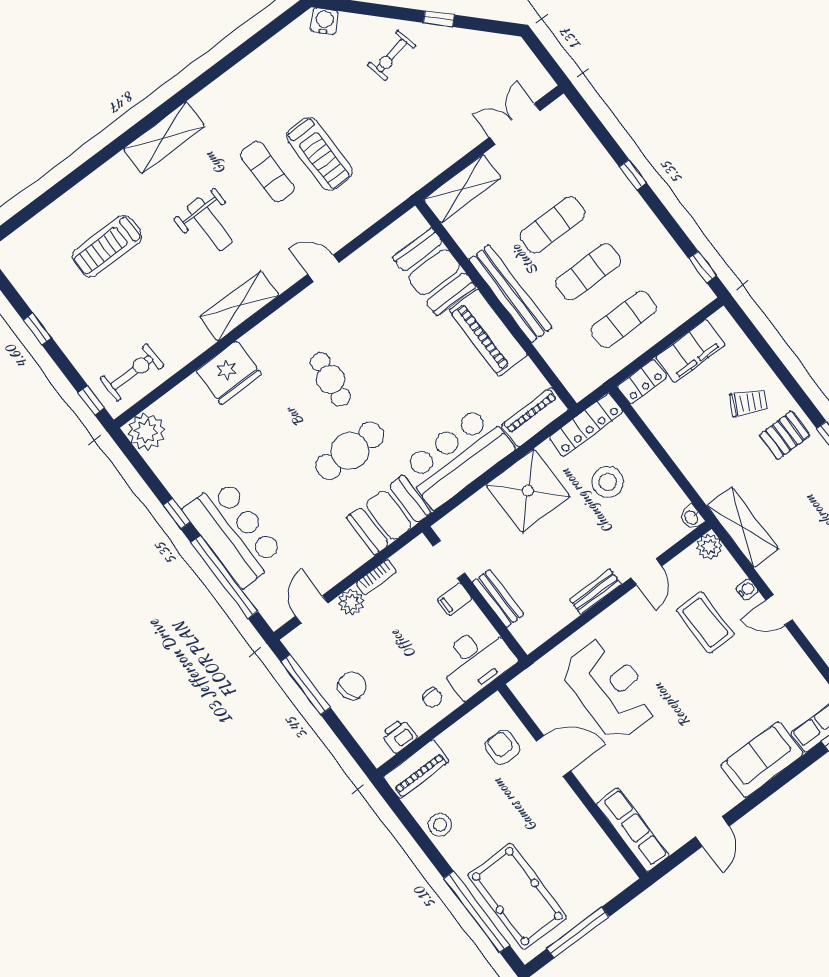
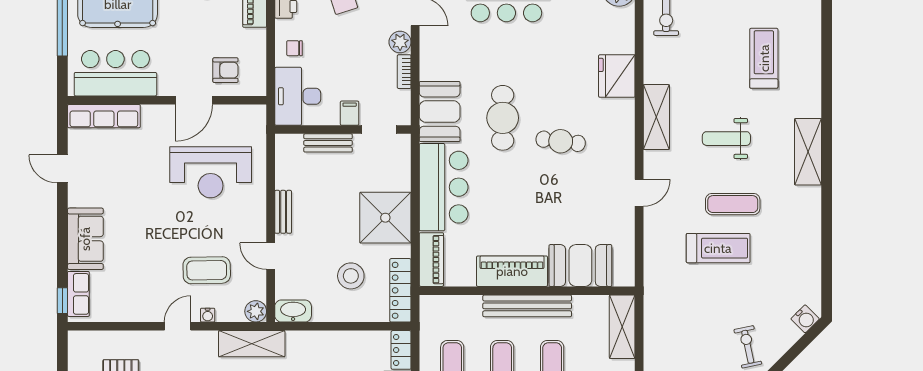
treadmill: (319, 154) -> (718, 248), turned 180
washbasin: (692, 517) -> (293, 311), width x1.91, depth x1.45
bar counter: (584, 849) -> (115, 73), added

